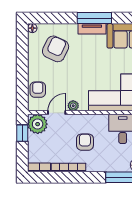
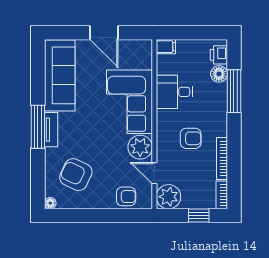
armchair: (38, 90) -> (126, 196), turned 180
plant: (73, 106) -> (140, 147), width x1.88, depth x1.88
window: (22, 133) -> (199, 216), moved
armchair: (85, 142) -> (191, 138), turned 180

